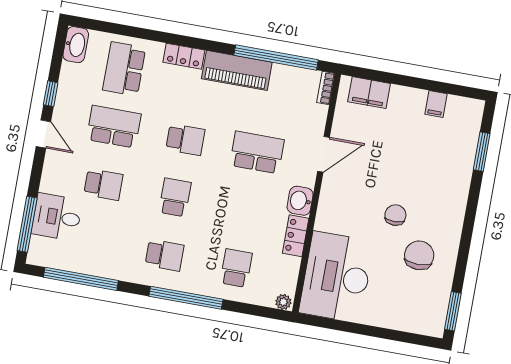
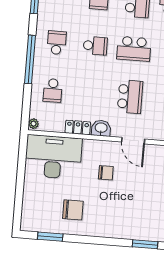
school desk: (185, 140) -> (134, 49), width x1.85
chair: (395, 215) -> (106, 173), moved
school desk: (165, 255) -> (57, 43), turned 180
school desk: (236, 268) -> (53, 90), turned 90
window: (453, 311) -> (50, 237), moved

